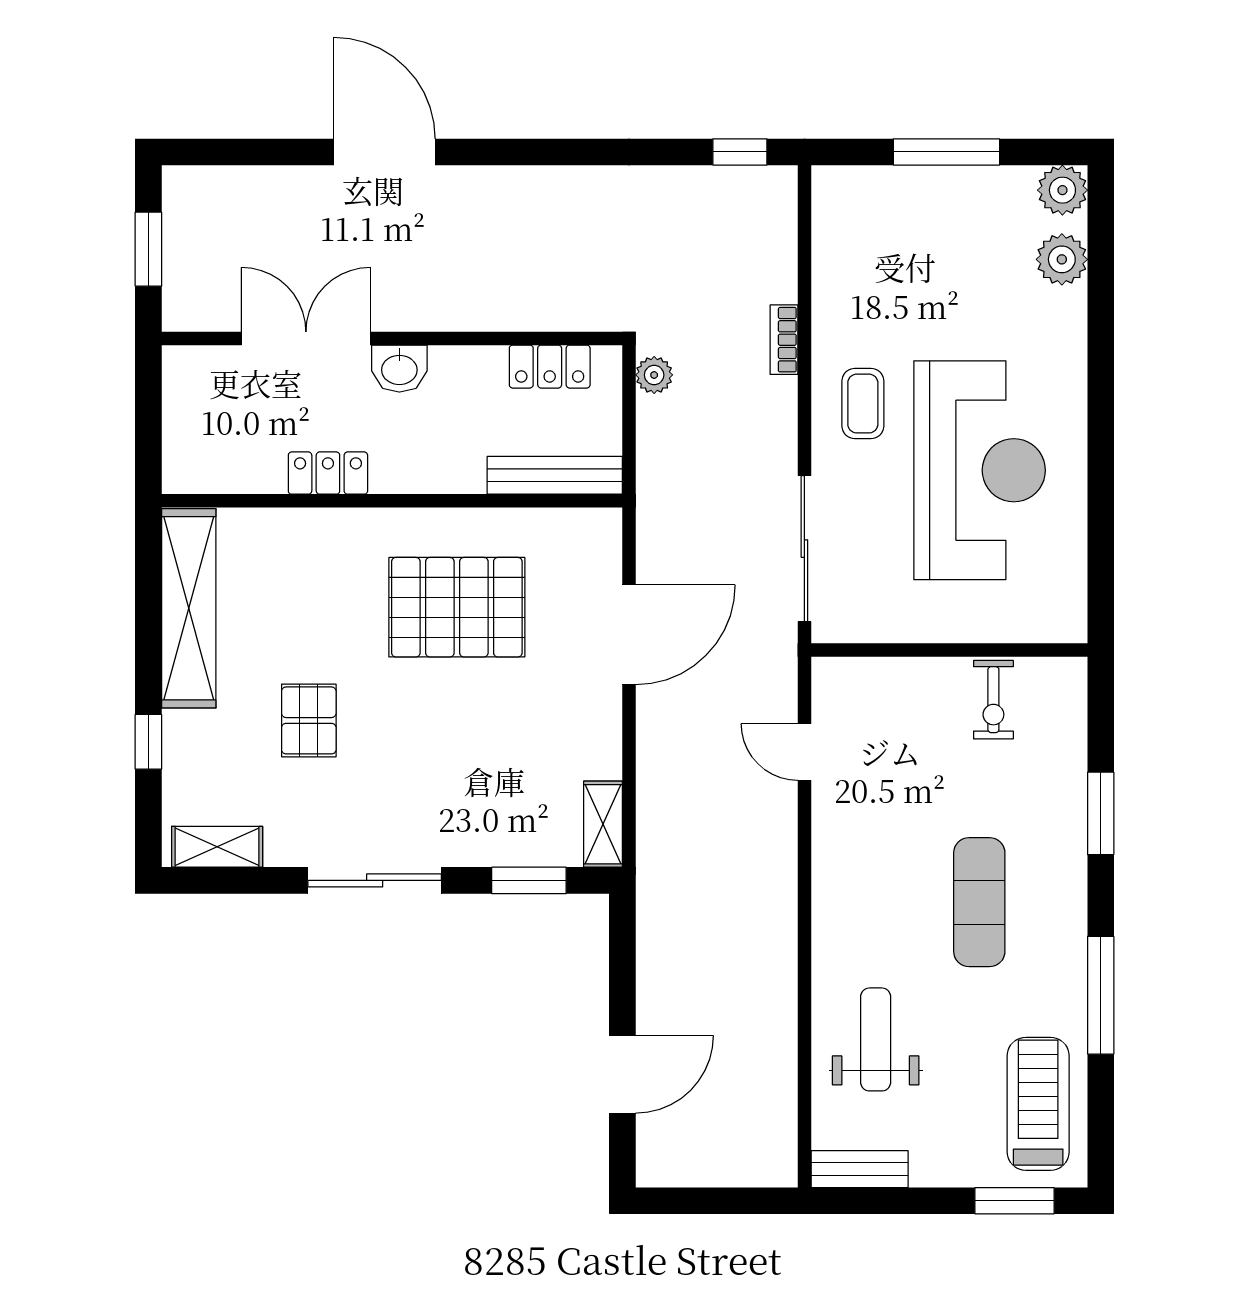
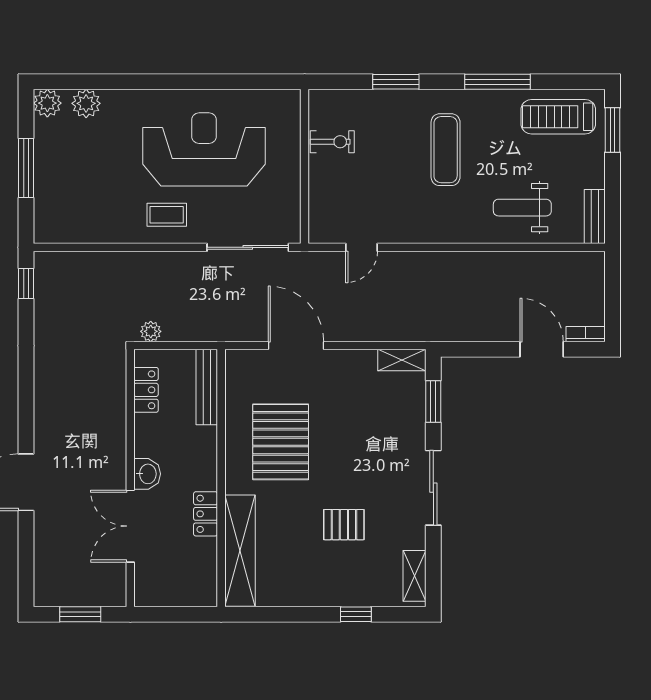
bookcase: (784, 340) -> (586, 334), moved, turned 180
shelving: (189, 608) -> (240, 551), moved, turned 90
exercise mat: (979, 902) -> (446, 150), turned 90

